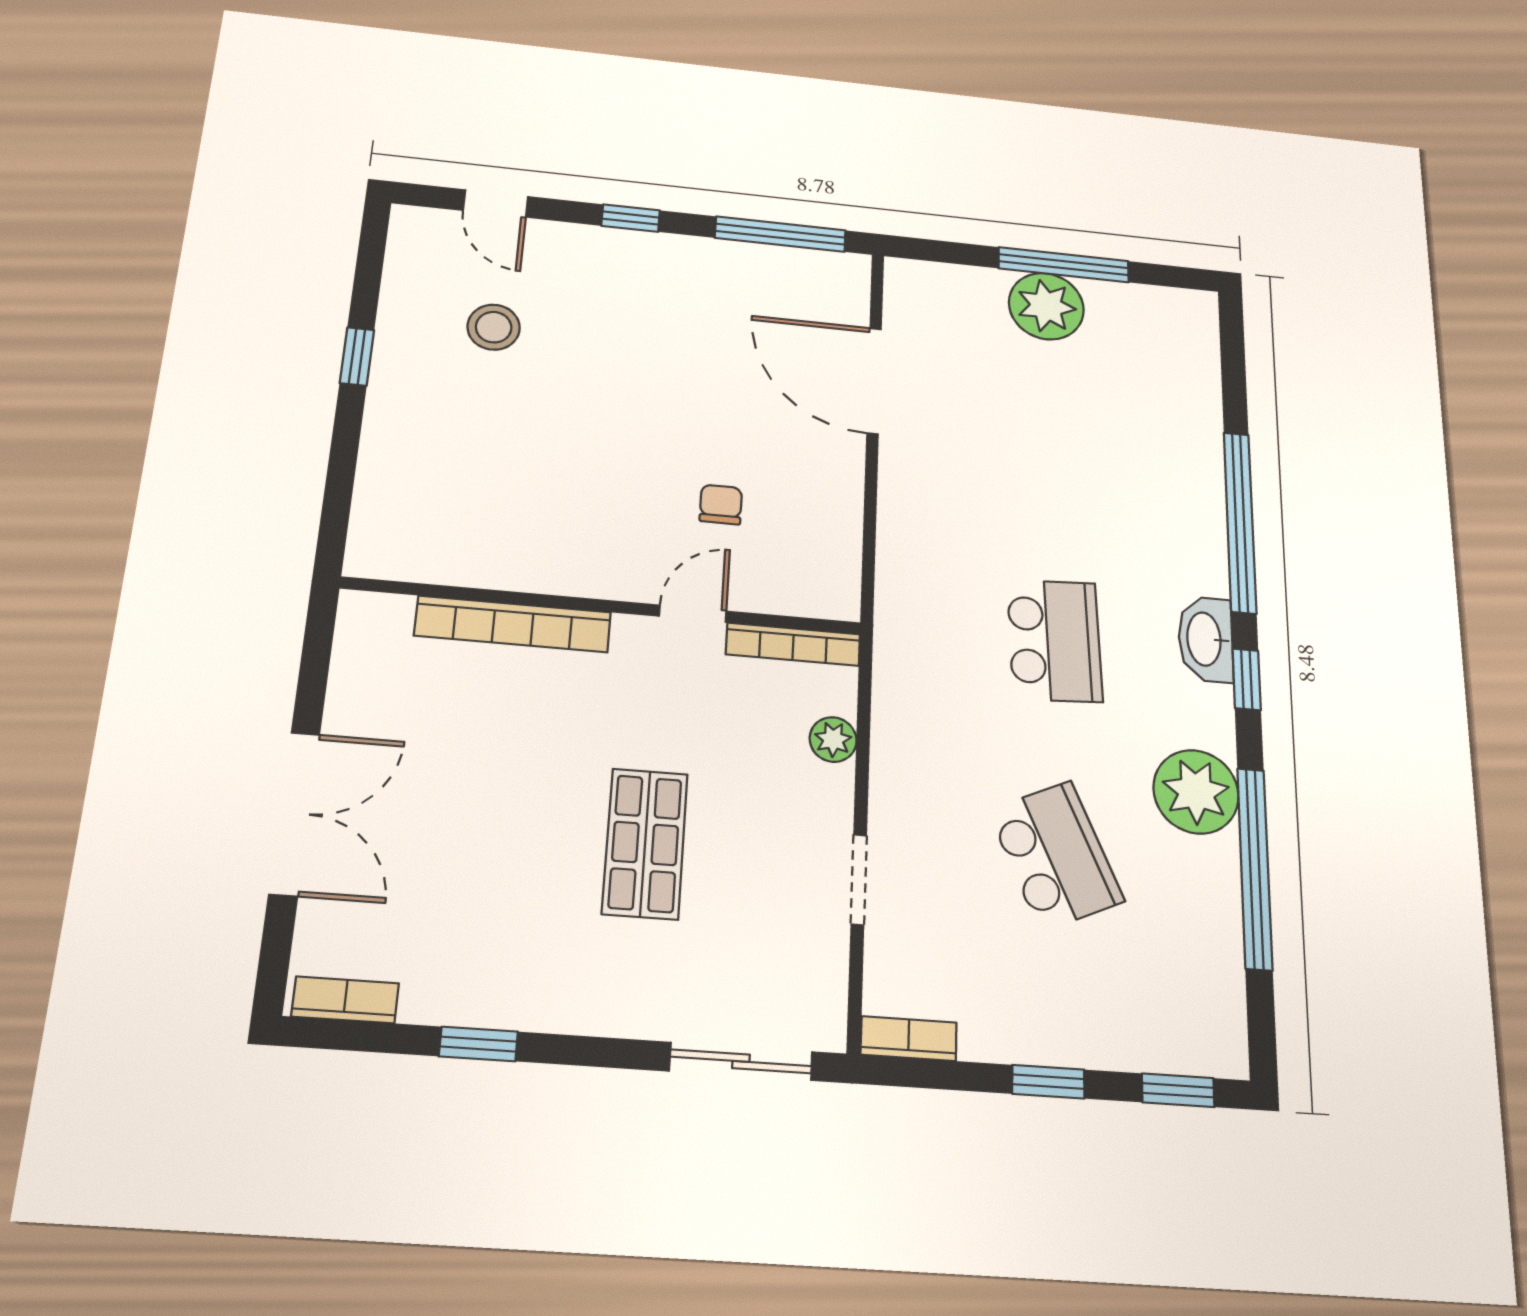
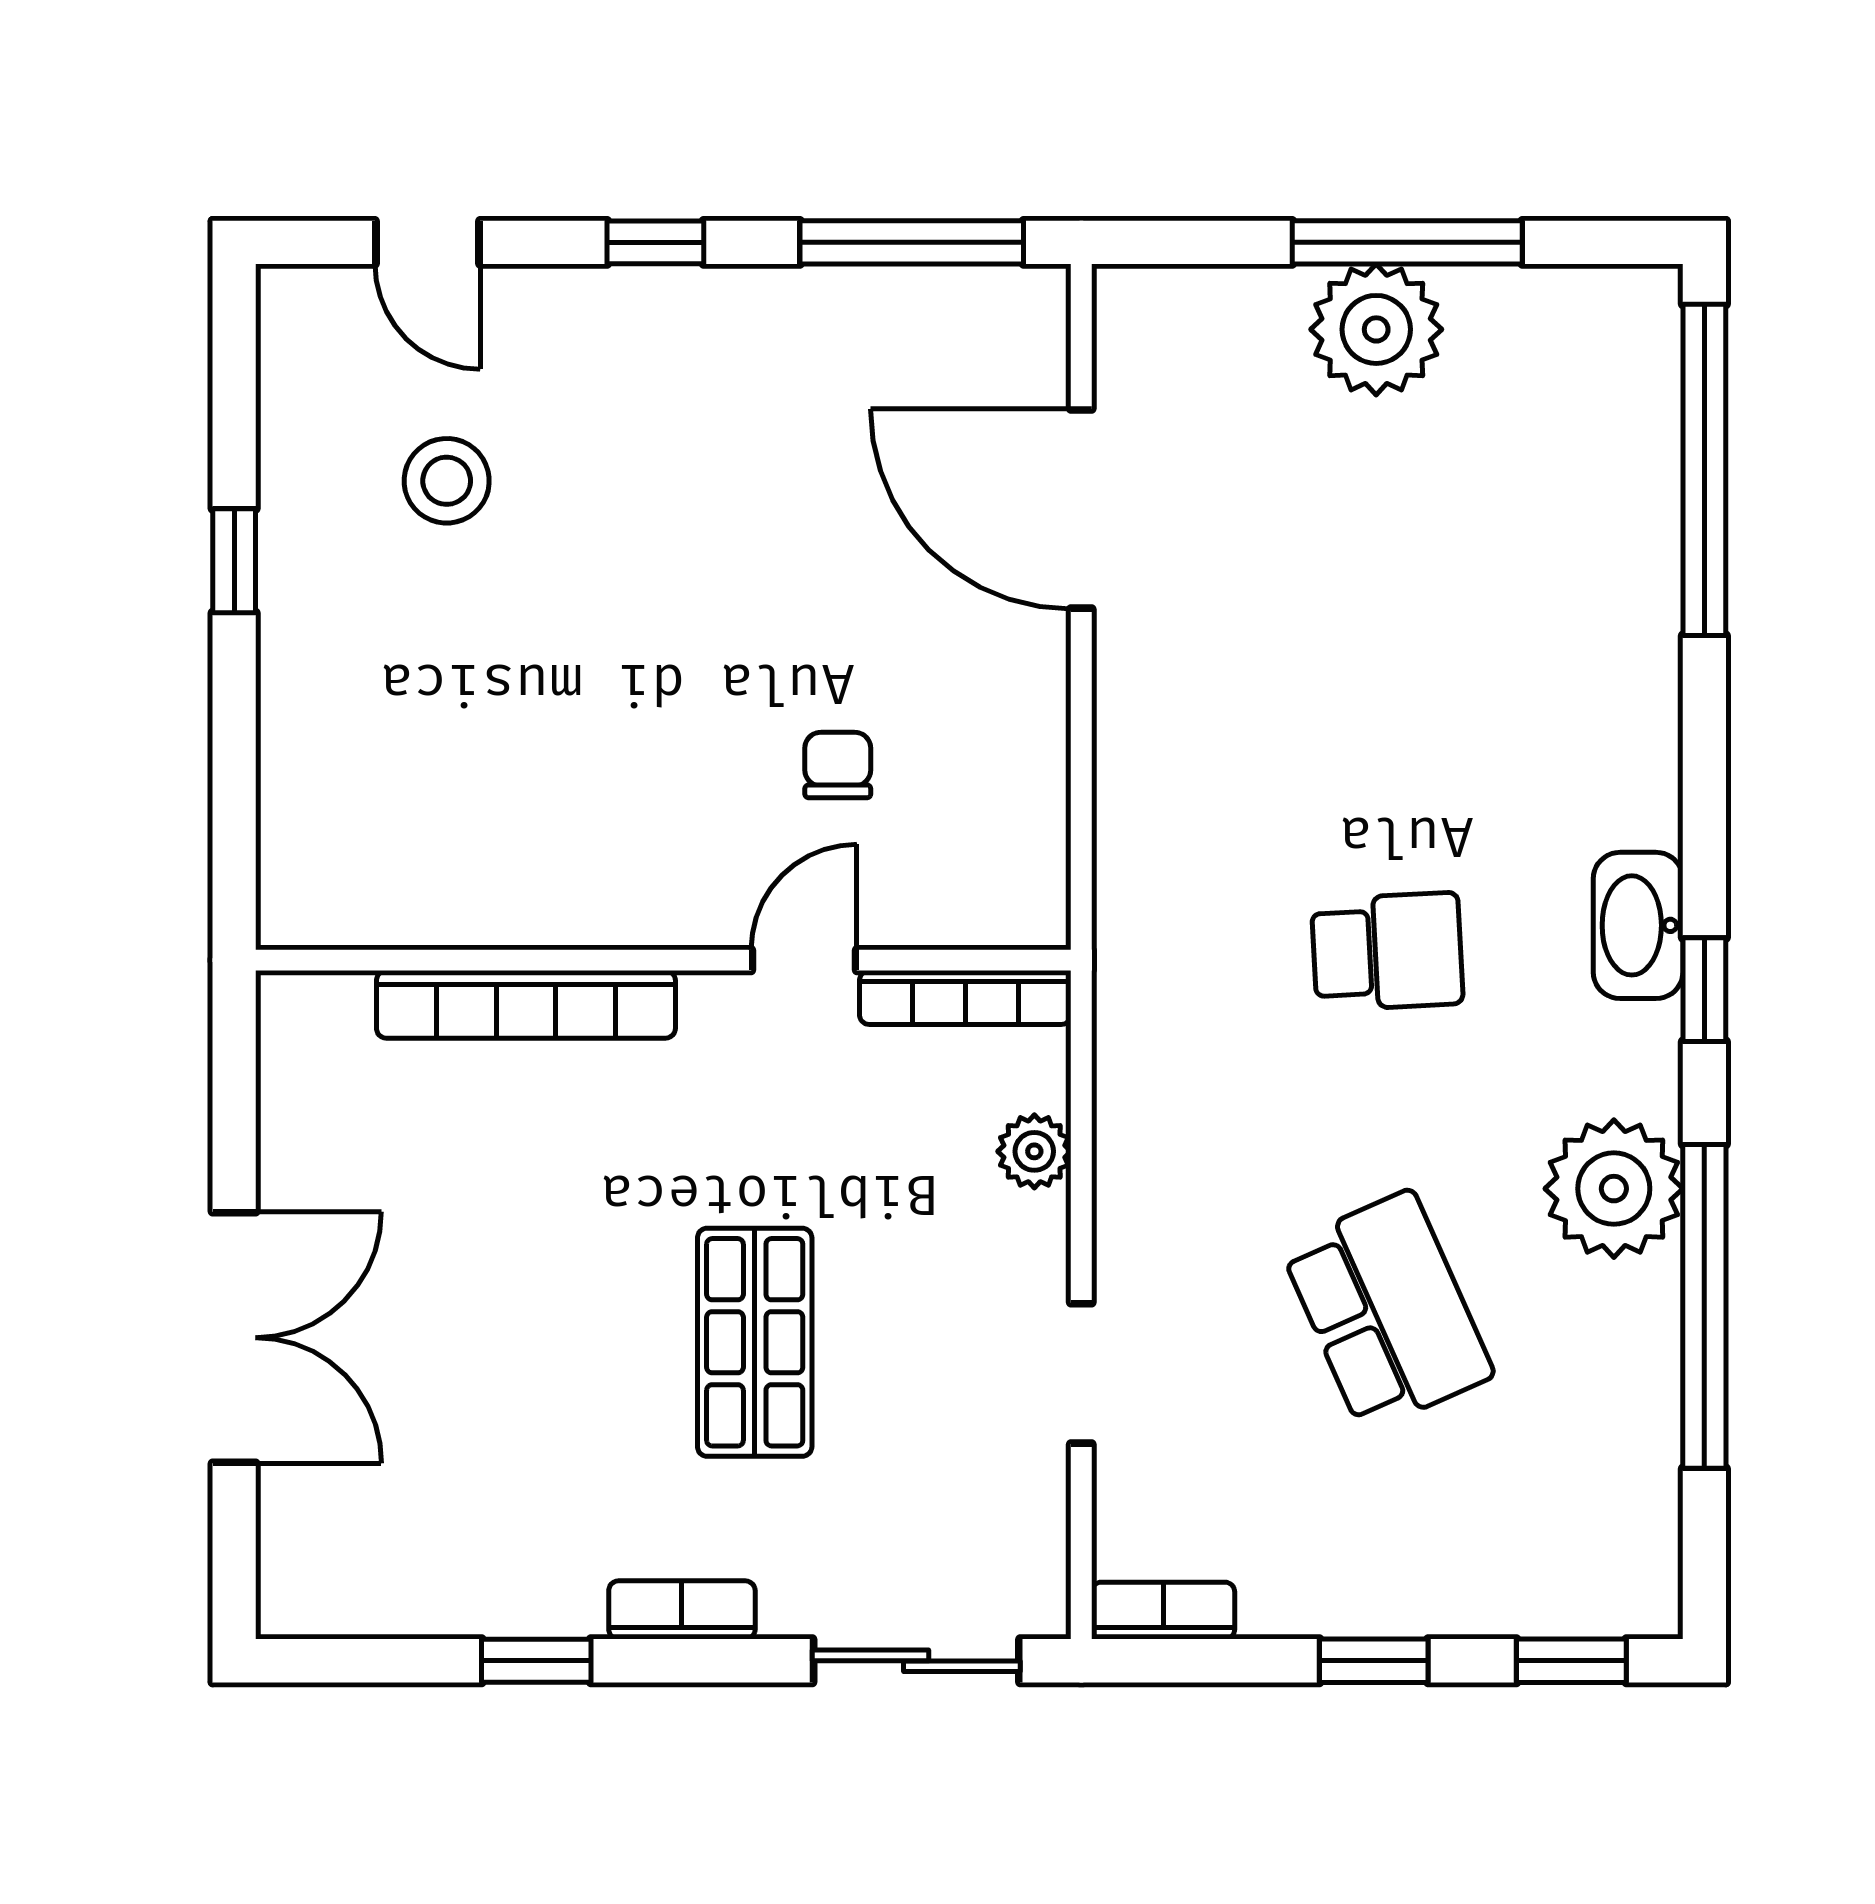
window: (1240, 522) -> (1704, 470), moved
school desk: (1055, 641) -> (1387, 952), width x0.54
bookcase: (345, 1000) -> (682, 1610), moved

